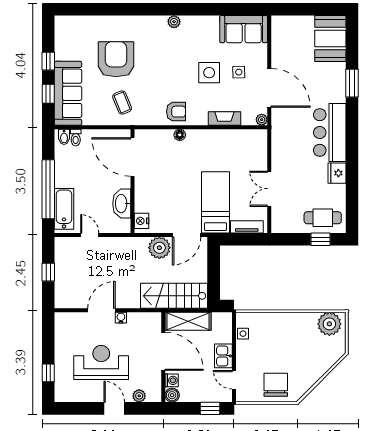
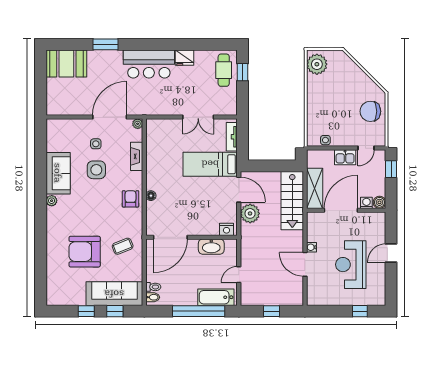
sofa: (244, 29) -> (58, 173), moved
plant: (139, 396) -> (380, 231), removed

